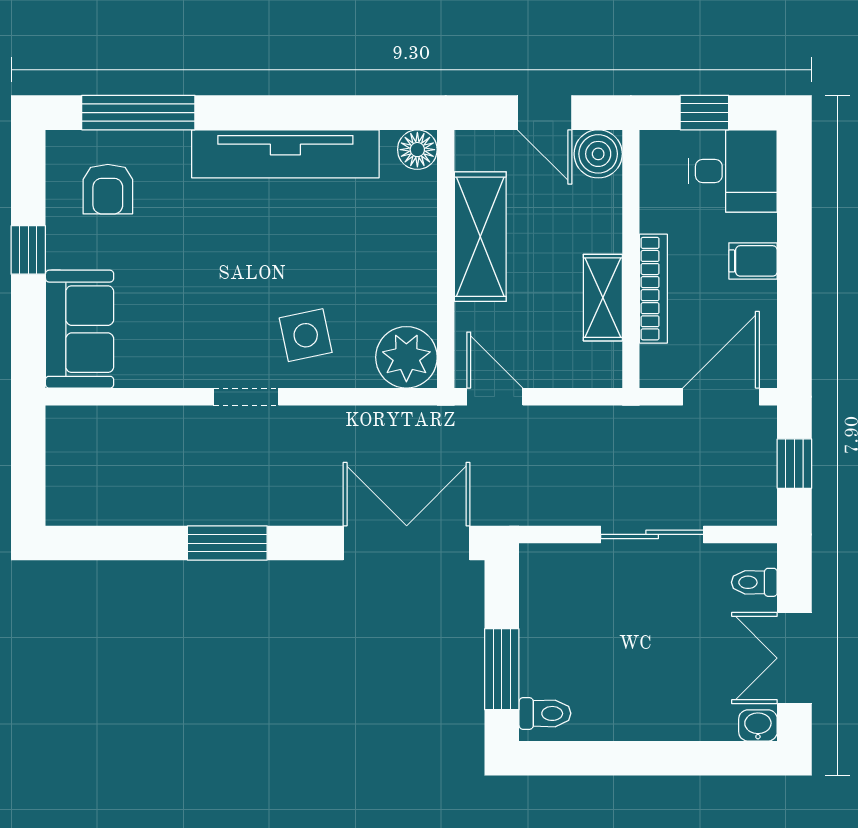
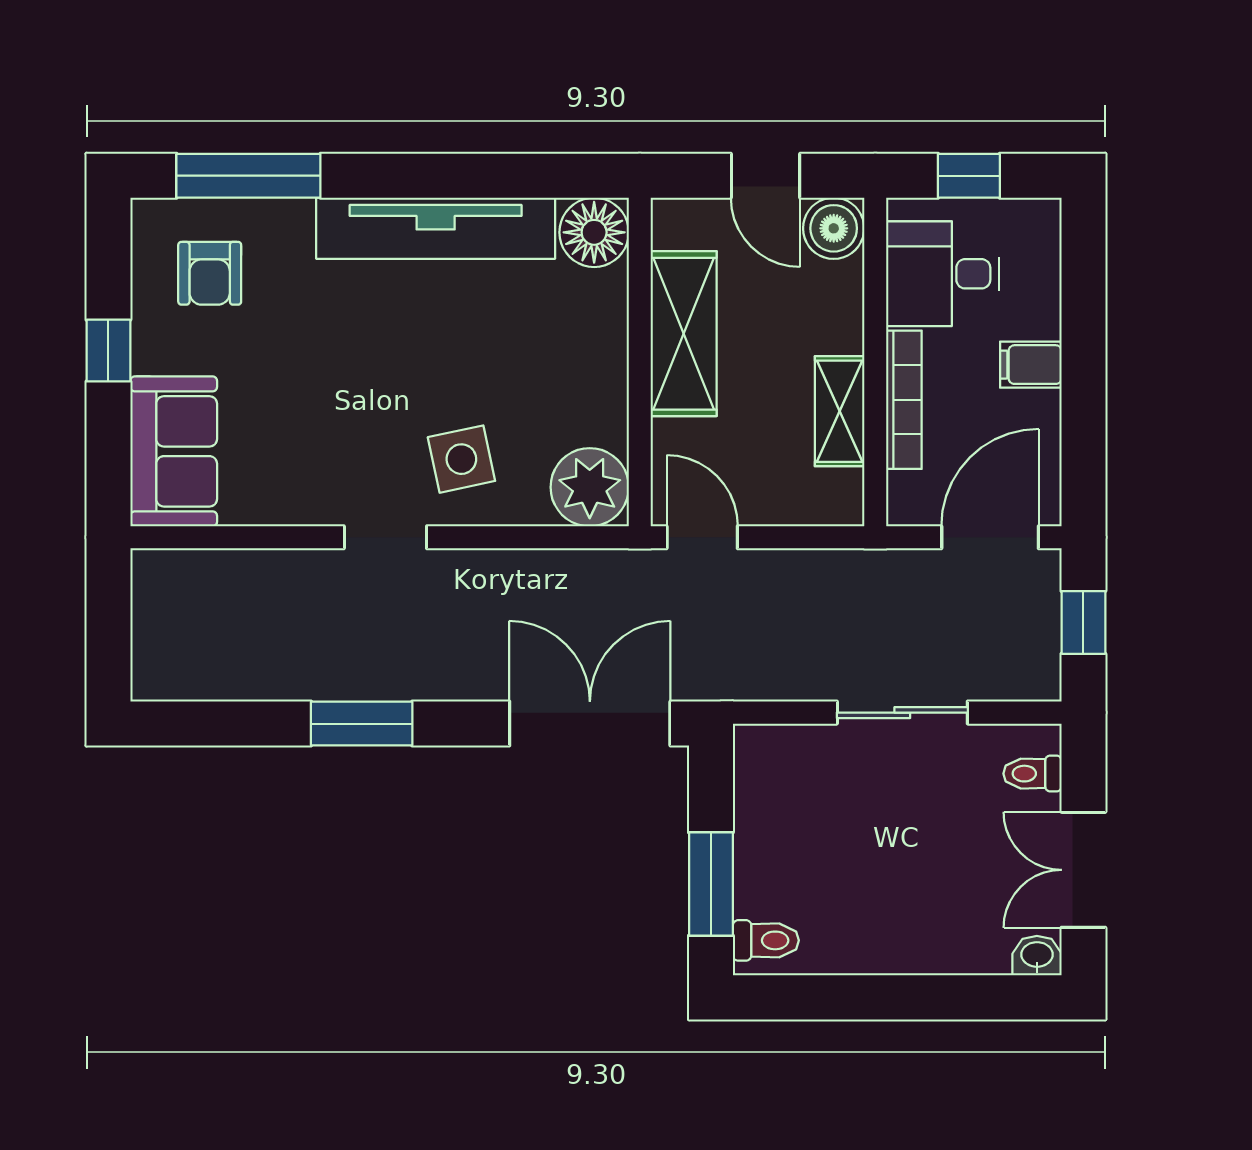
floor lamp: (417, 150) -> (594, 232), width x1.38, depth x1.38
desk: (733, 171) -> (943, 274), moved, turned 180

